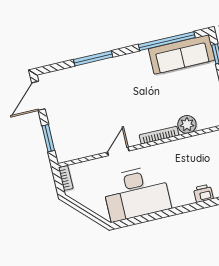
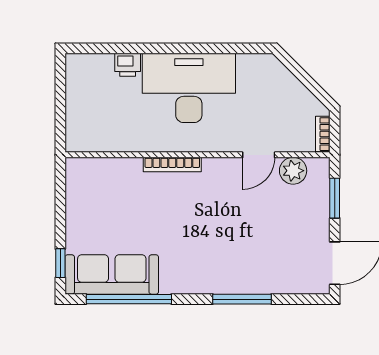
plant: (187, 124) -> (293, 171), moved
door: (118, 151) -> (259, 155), moved
desk: (136, 193) -> (189, 88), moved

